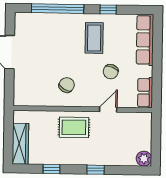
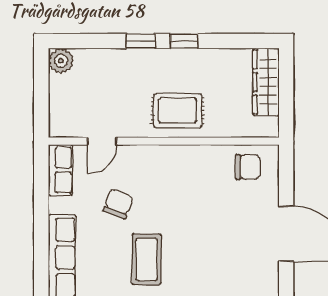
chair: (67, 85) -> (248, 167), moved, turned -121
door: (108, 109) -> (102, 141), moved
window: (51, 169) -> (184, 41), moved

